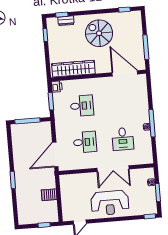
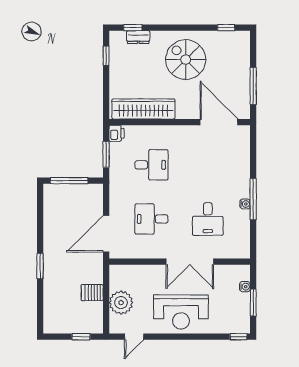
desk: (85, 142) -> (151, 219), turned 180
plant: (69, 200) -> (121, 303), added

